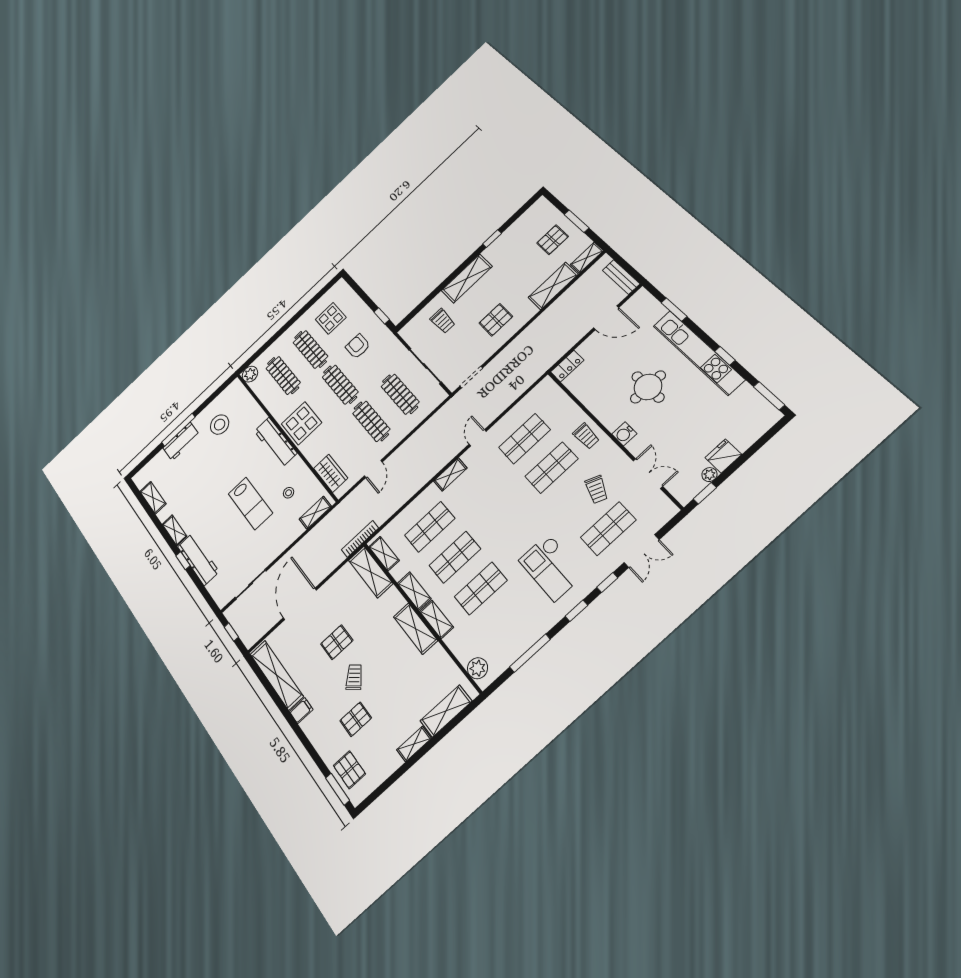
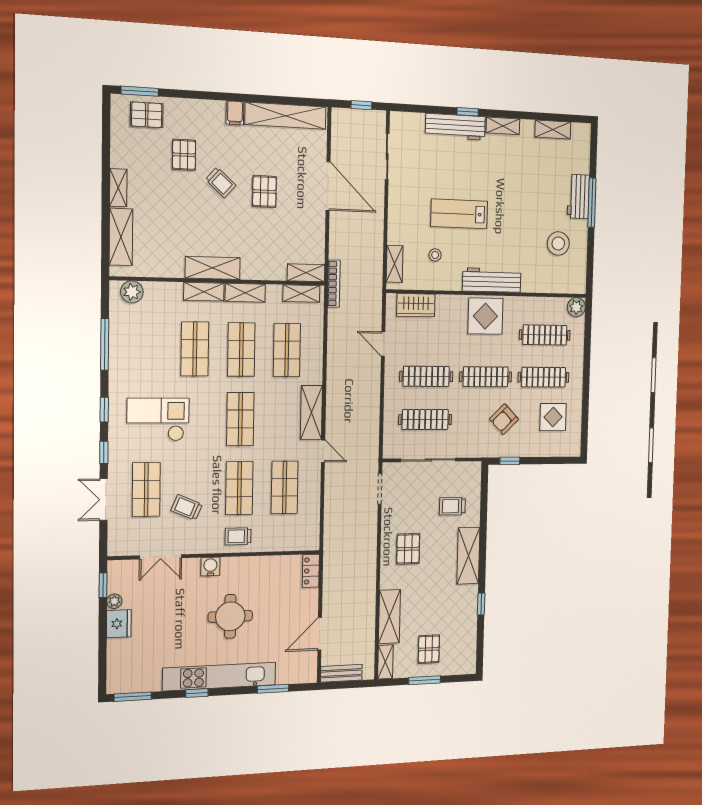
armchair: (358, 346) -> (504, 419), turned 136
shelving: (450, 475) -> (311, 412), width x1.50, depth x1.33
shop shelf: (503, 513) -> (240, 419), added
shelving: (371, 572) -> (306, 273), width x0.67, depth x0.75

